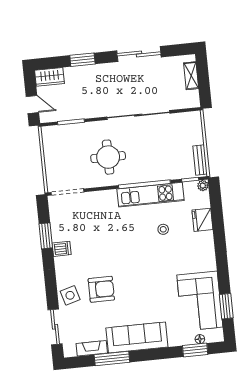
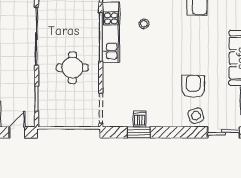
dishwasher: (62, 249) -> (140, 119), moved

